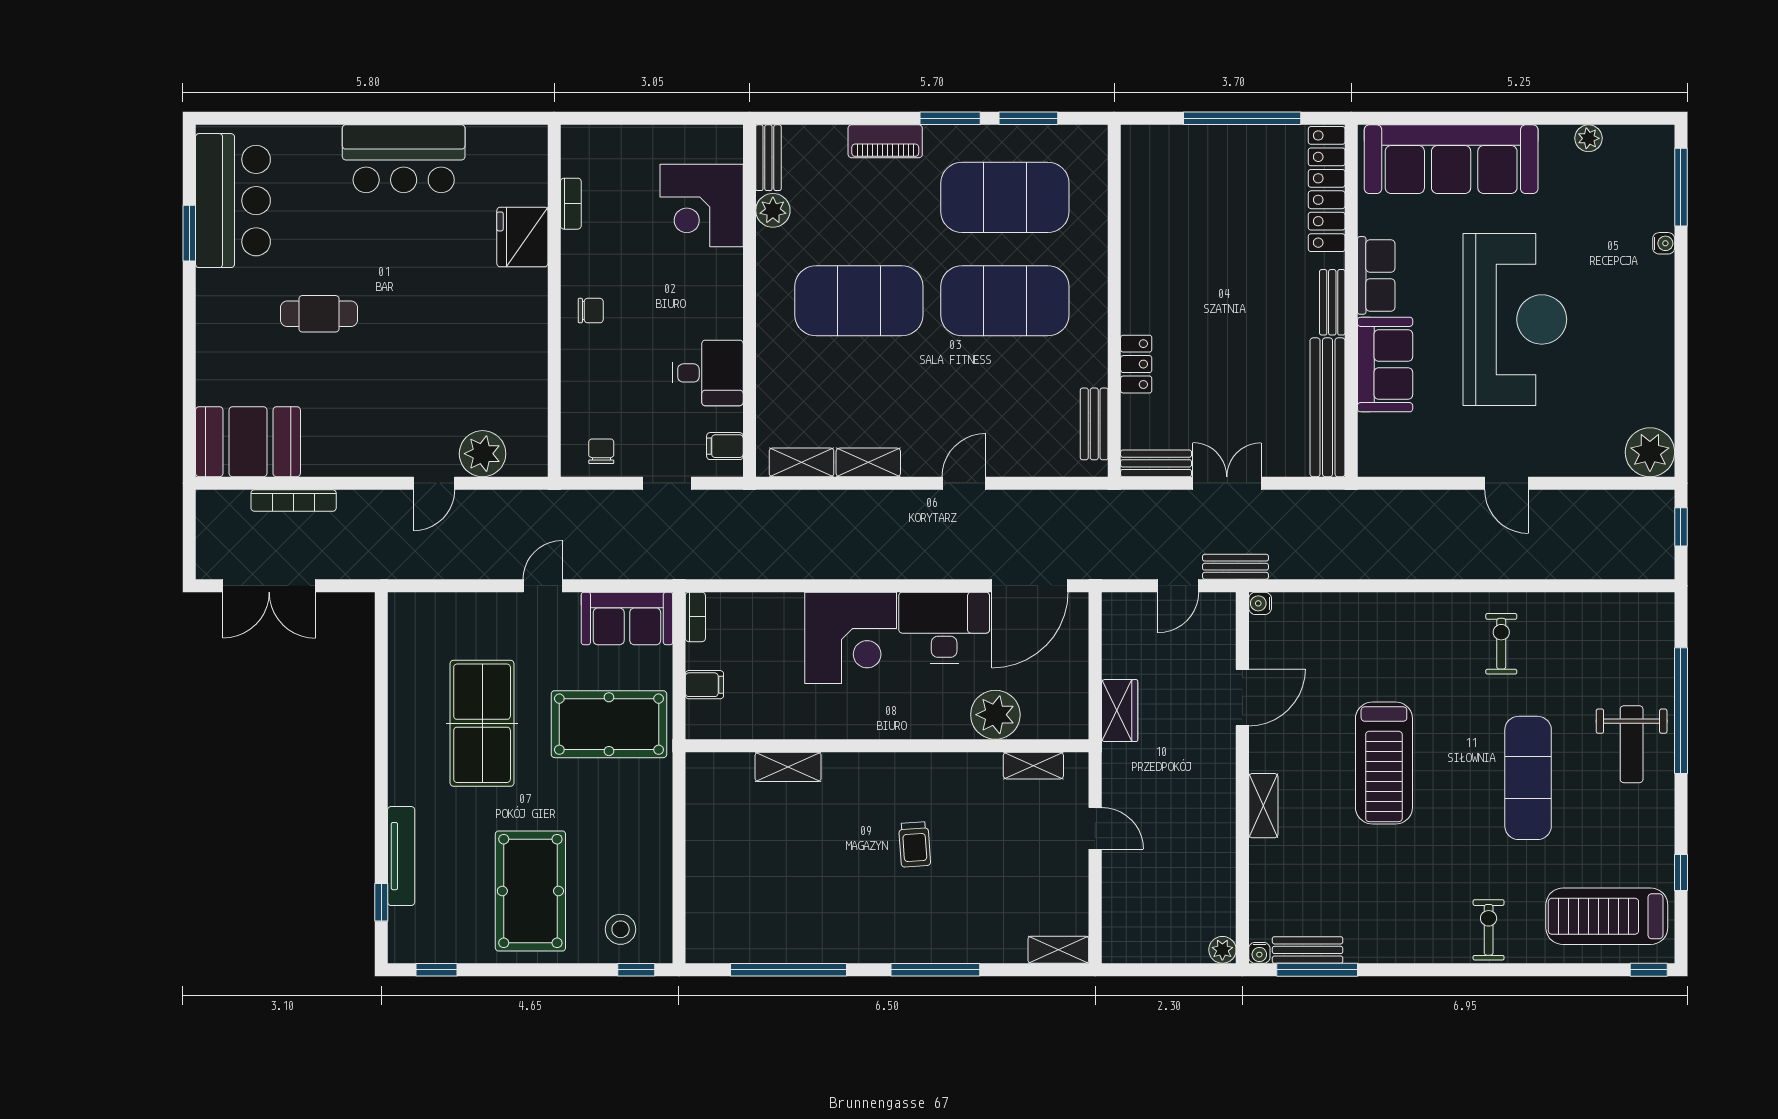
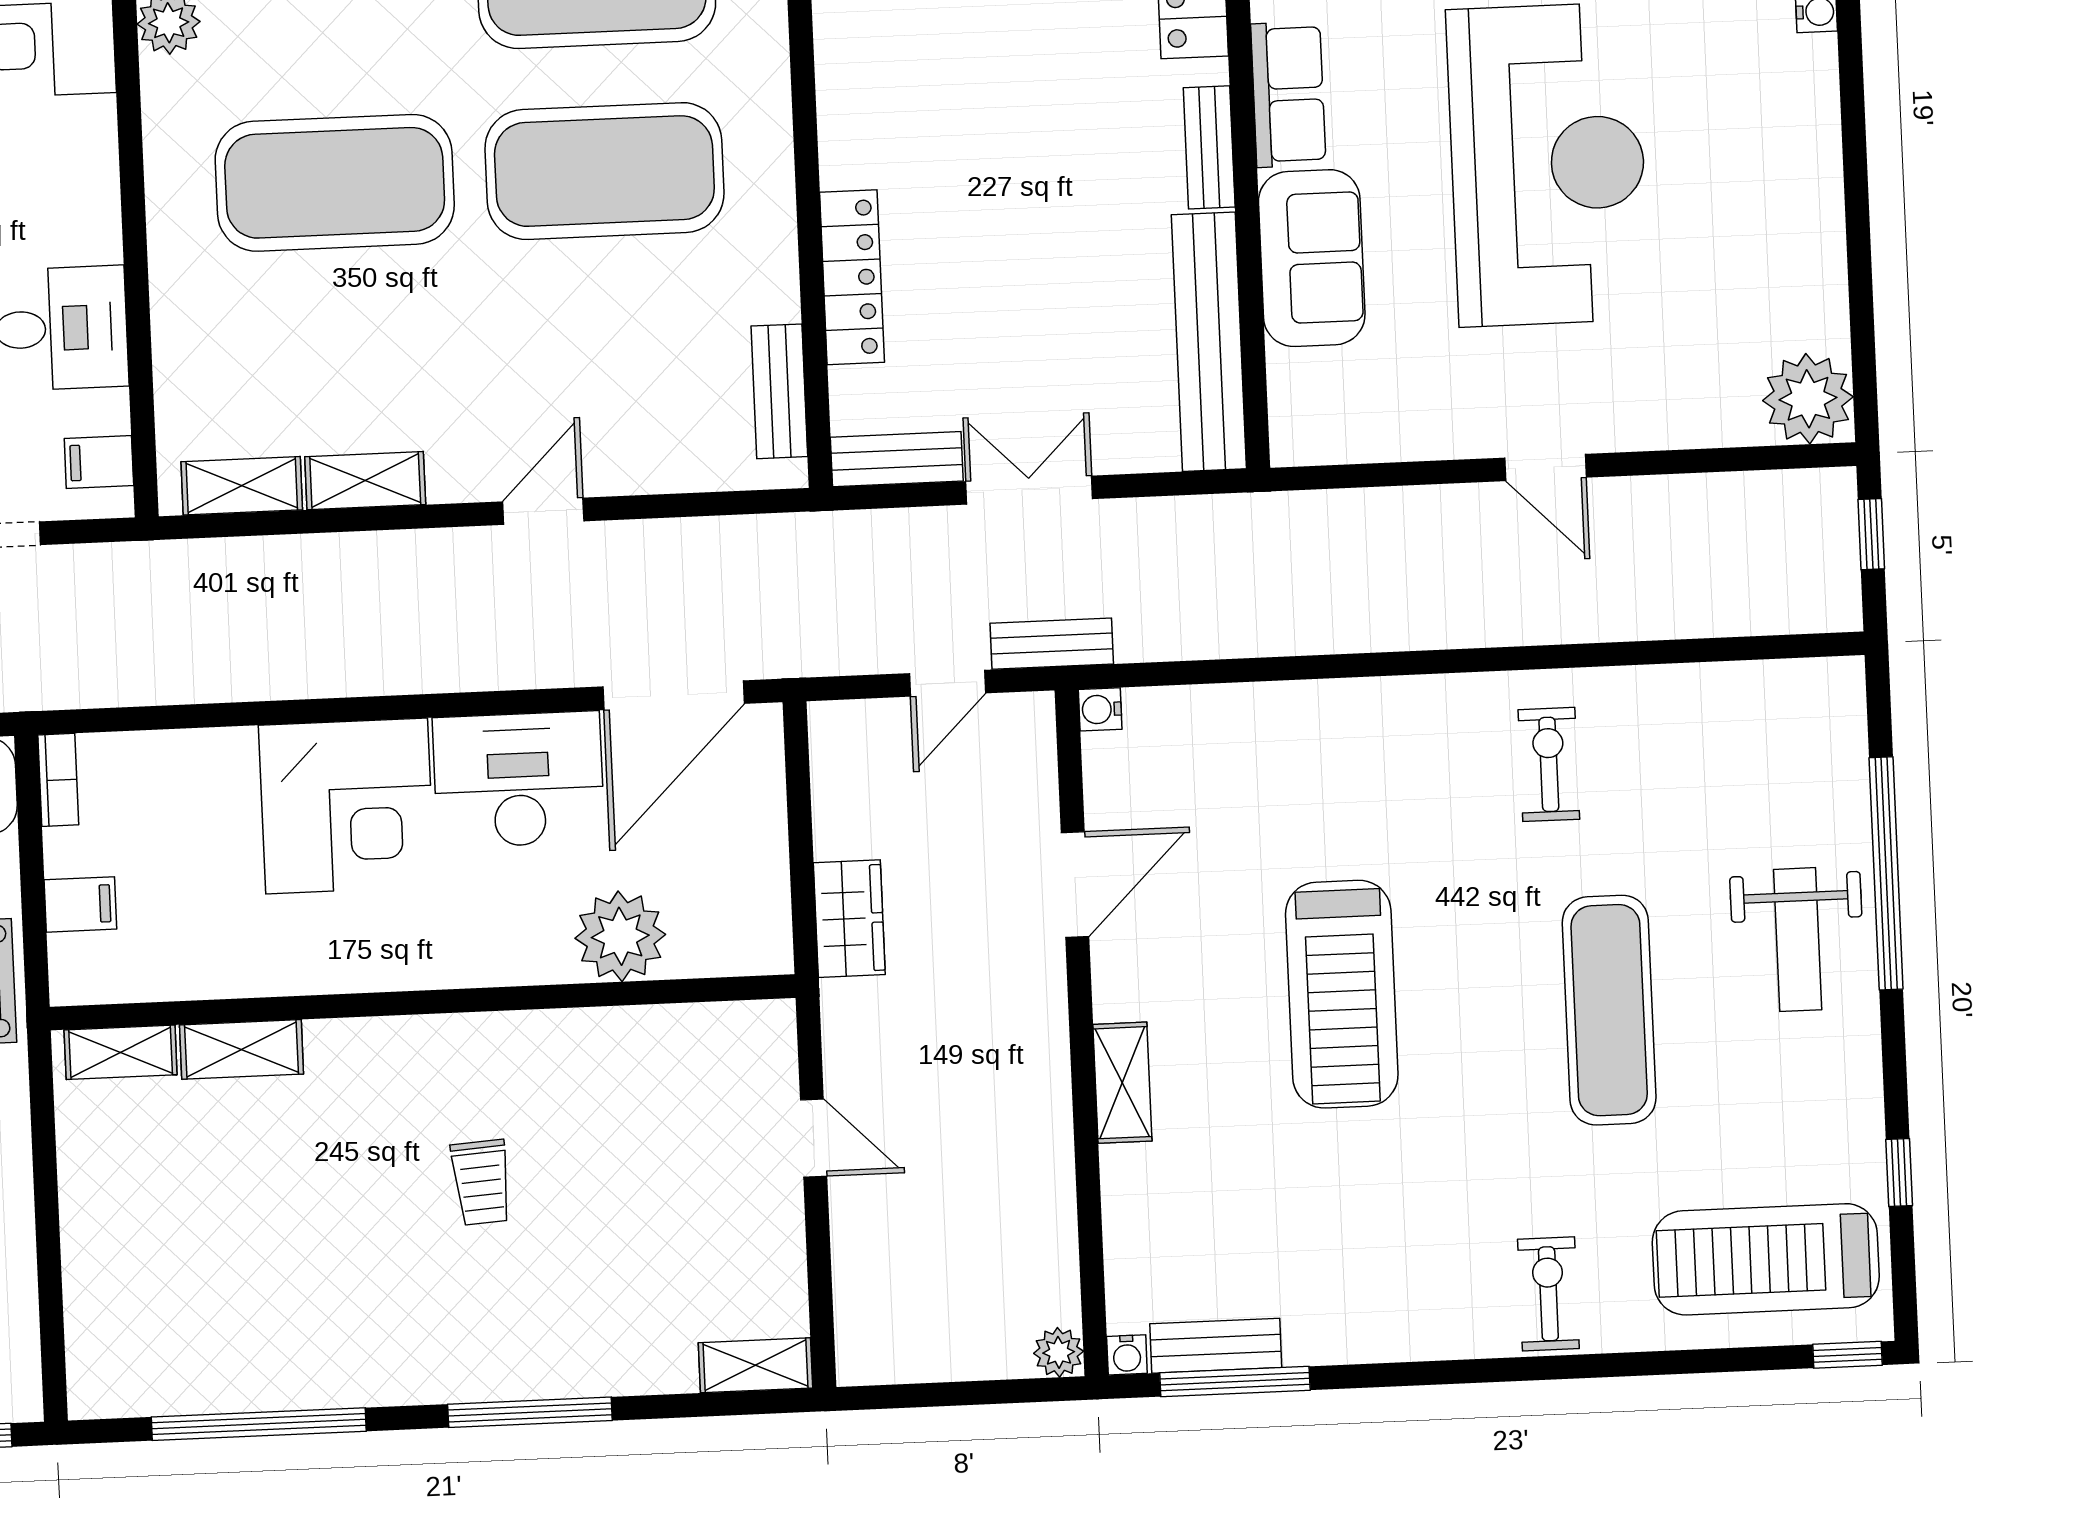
locker: (1136, 364) -> (852, 277), width x1.53
shelving: (1033, 766) -> (121, 1052), moved

